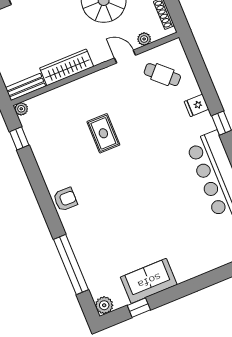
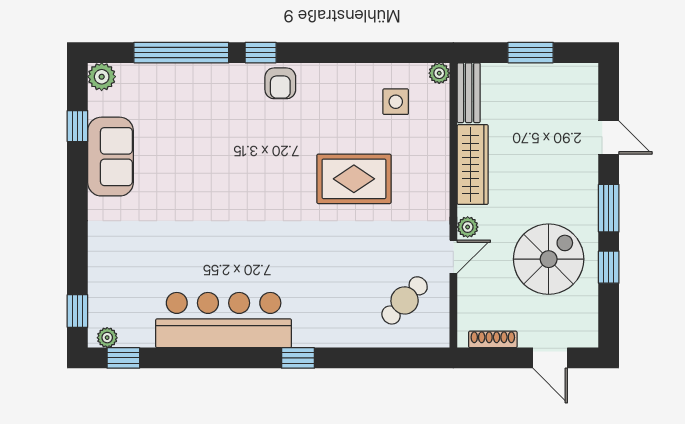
plant: (144, 39) -> (468, 227), moved
fridge: (196, 105) -> (339, 332), removed
side table: (48, 127) -> (396, 102), added
rug: (103, 133) -> (354, 179), width x1.36, depth x1.43
window: (19, 138) -> (261, 53), moved

